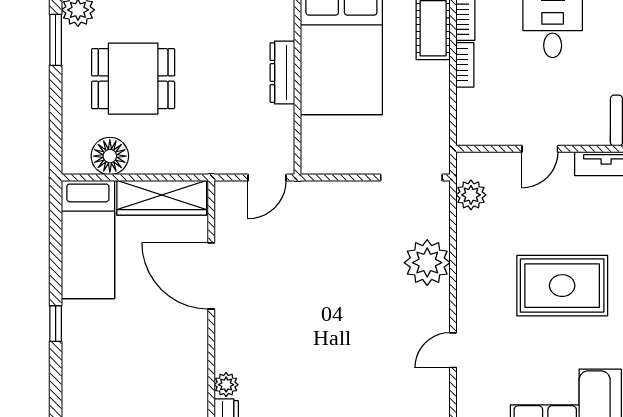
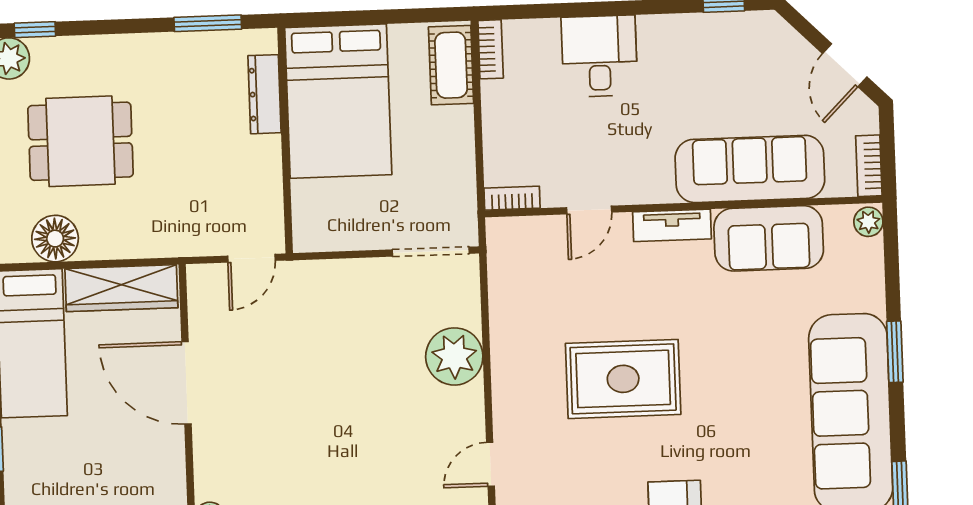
bookcase: (465, 65) -> (512, 198), moved, turned -90
dresser: (282, 73) -> (264, 94), moved
plant: (471, 195) -> (506, 270), removed

